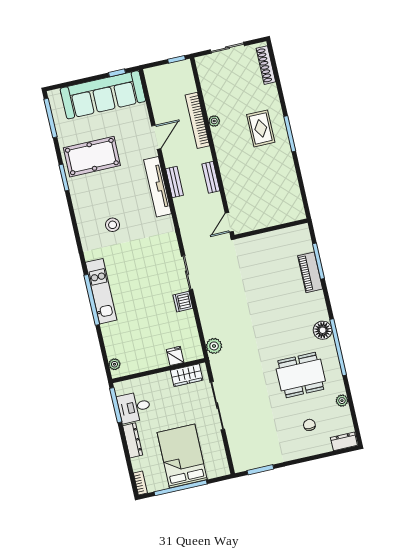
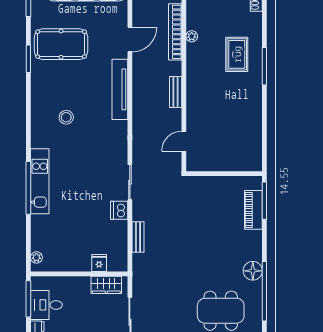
bench: (174, 182) -> (138, 237), moved
wall: (271, 229) -> (224, 174), moved
plant: (214, 346) -> (140, 262), removed

